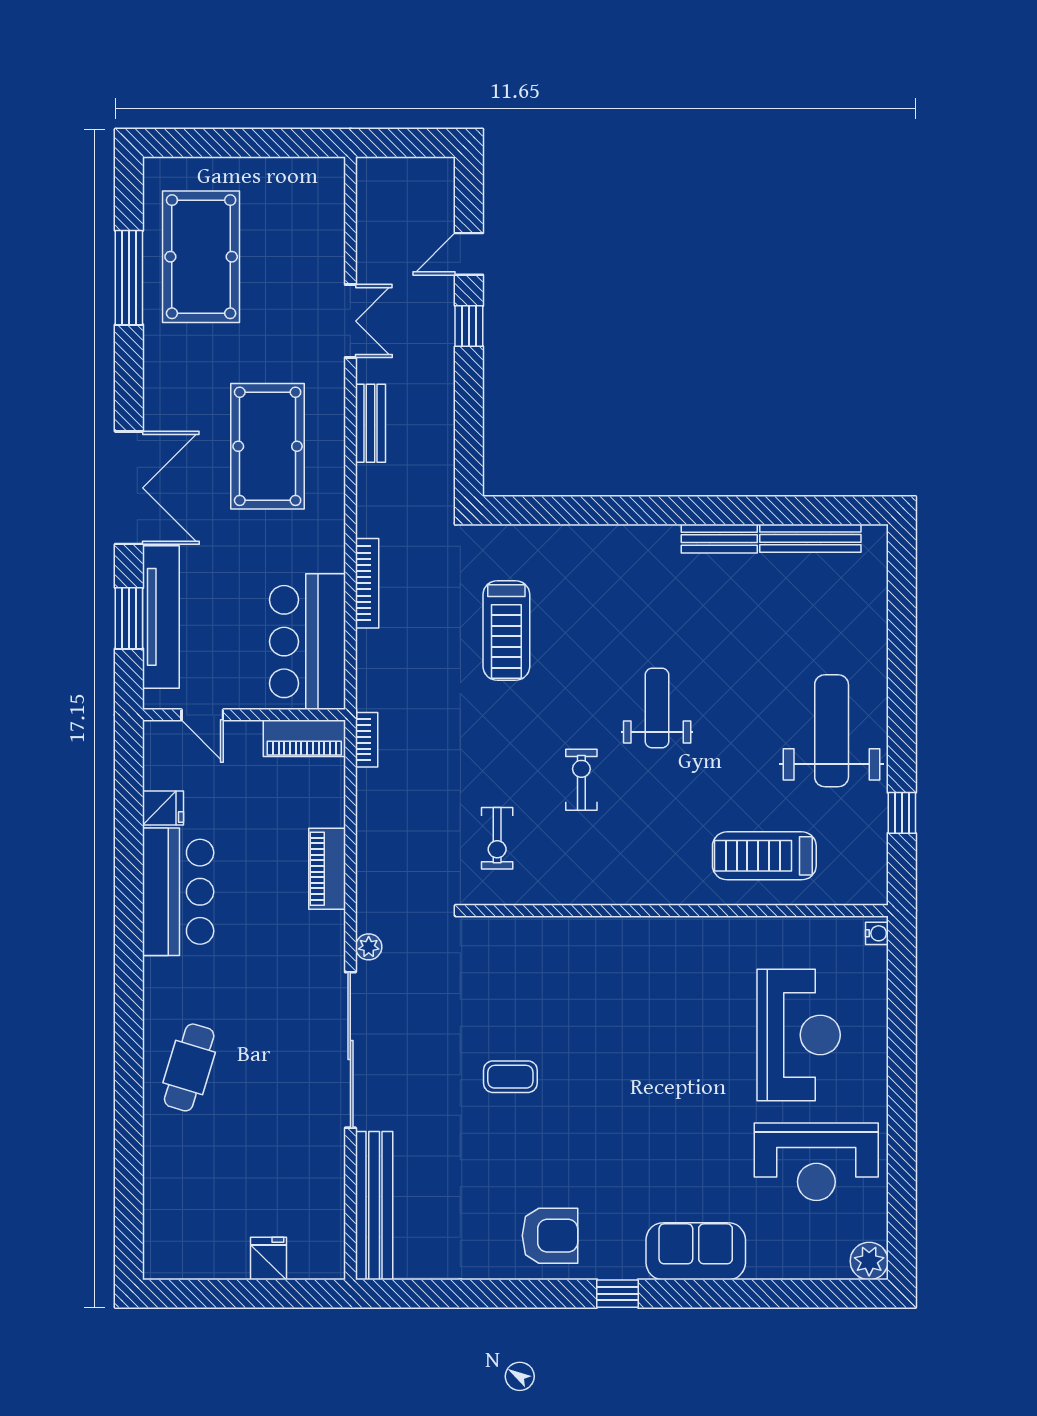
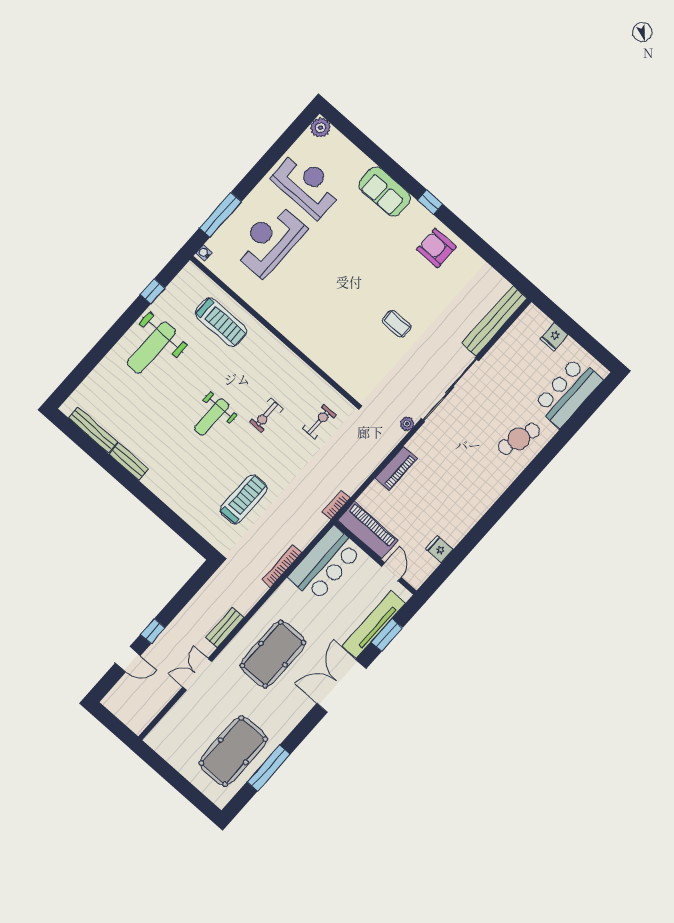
piano: (304, 738) -> (368, 530), width x1.37, depth x1.33
bar counter: (178, 892) -> (568, 392), moved
window: (902, 1009) -> (220, 215), added

